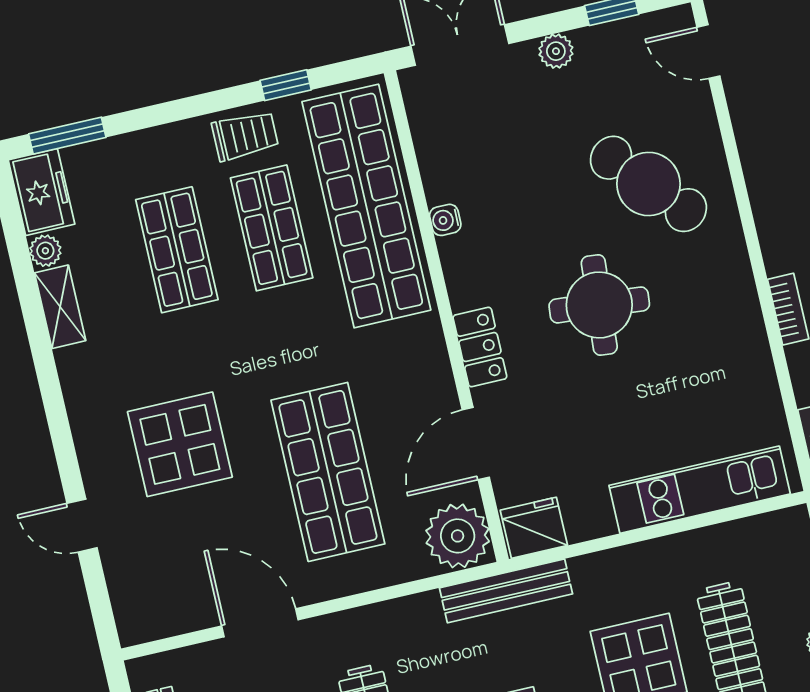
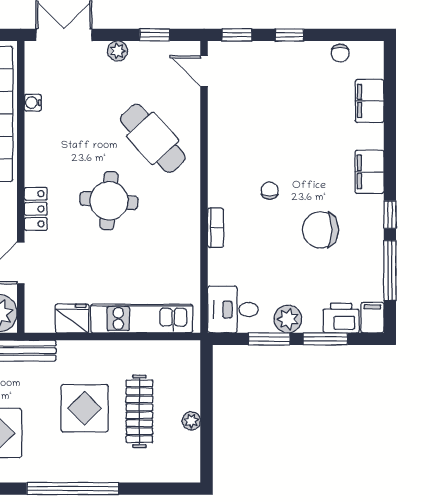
water cooler: (445, 220) -> (33, 103), moved
fridge: (534, 528) -> (72, 318), moved

